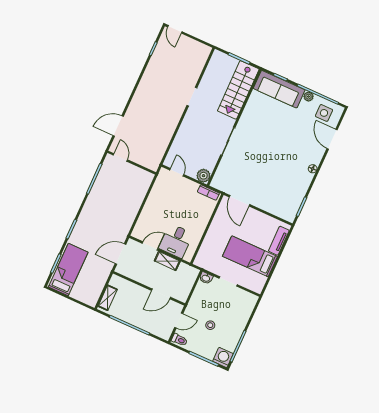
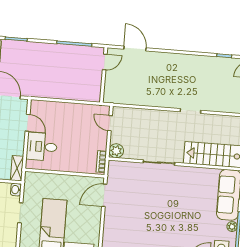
door: (177, 172) -> (110, 123), swing flipped
shelving: (167, 261) -> (17, 168), moved

